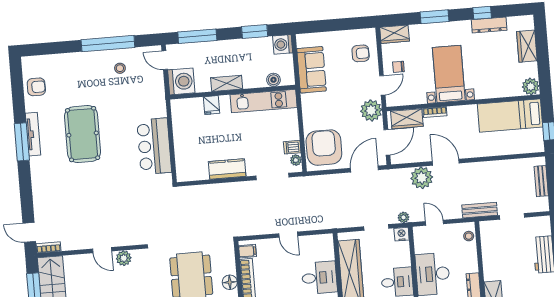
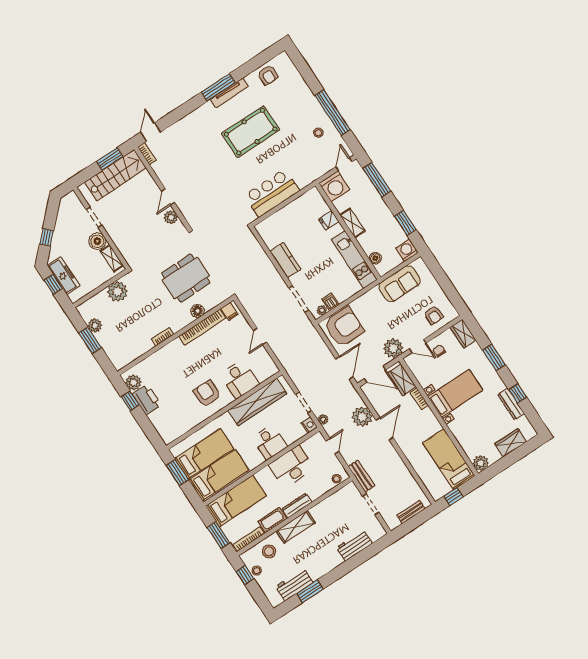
door: (364, 169) -> (344, 368), hinge flipped

